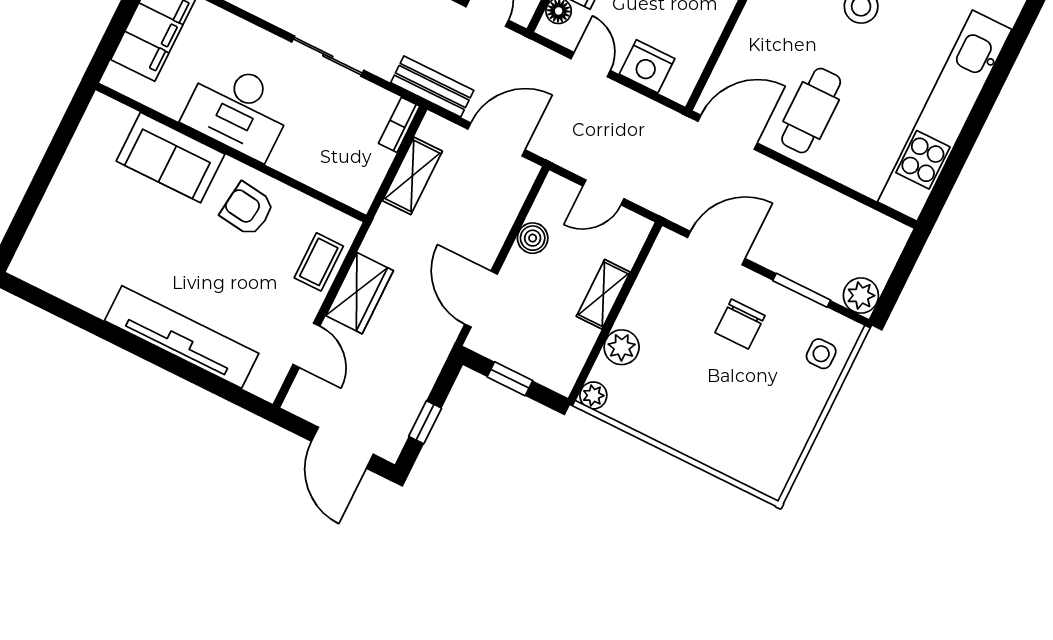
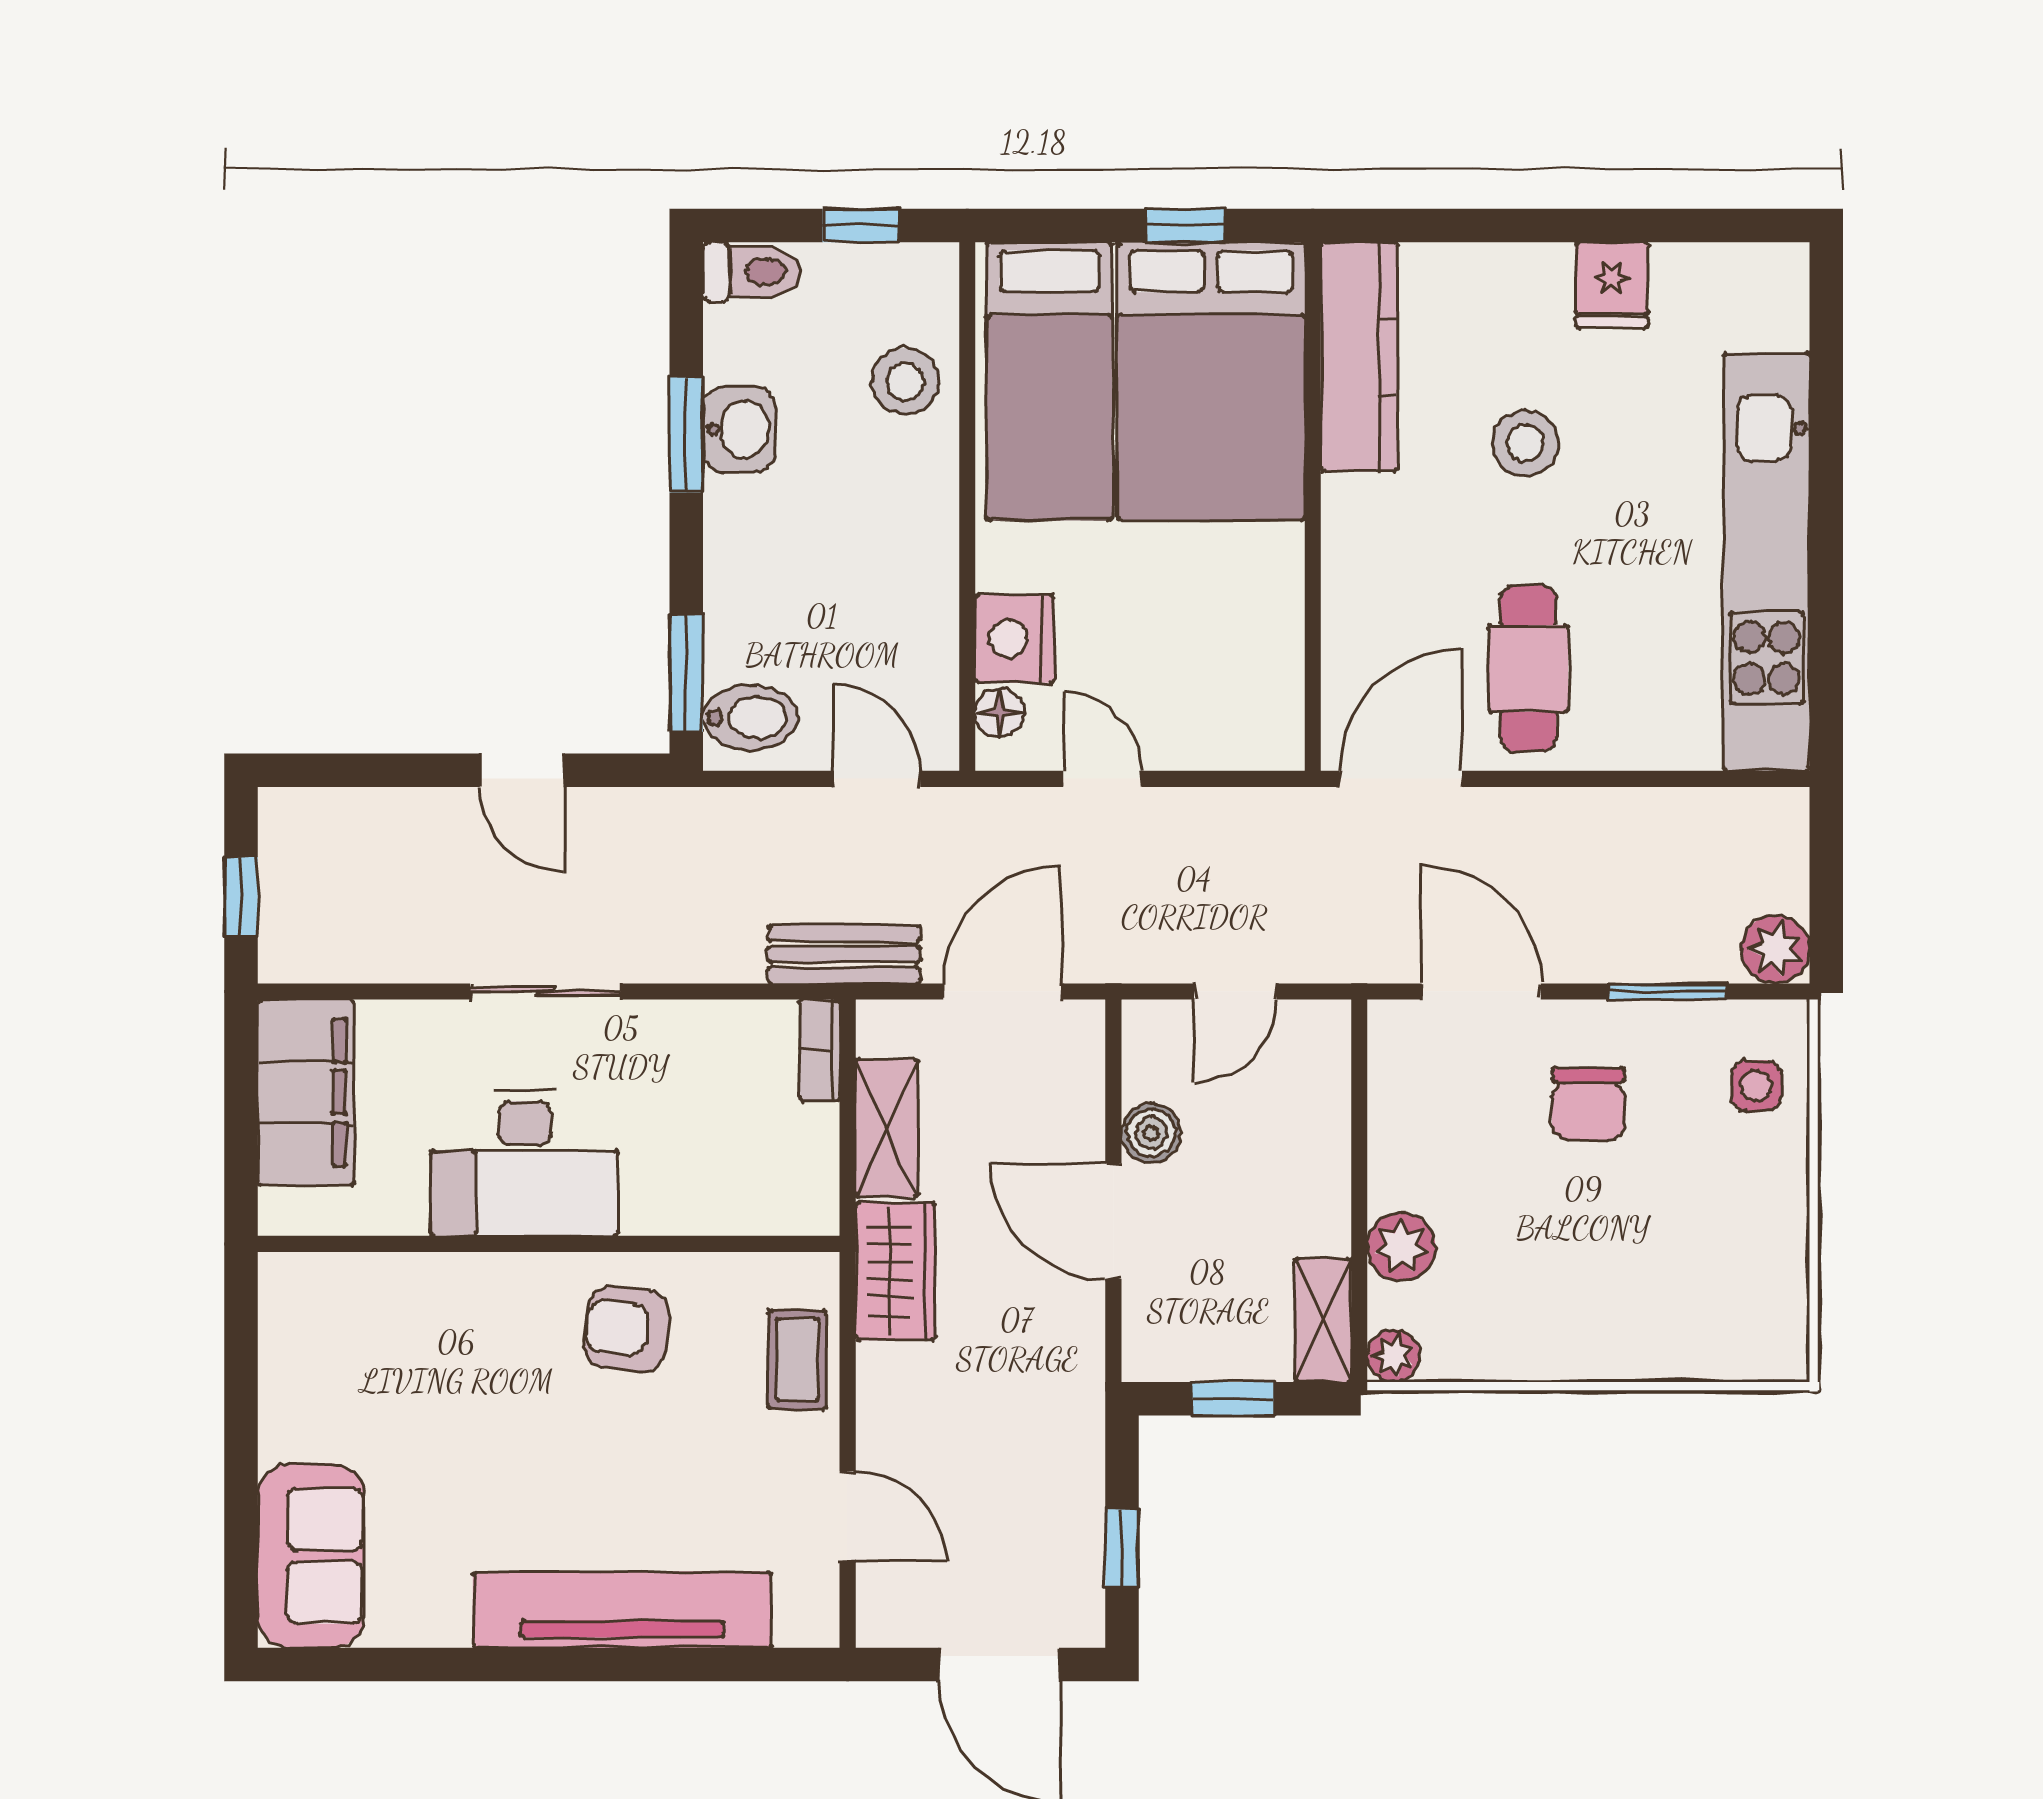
sliding door: (328, 56) -> (545, 991), moved
nightstand: (647, 66) -> (1203, 733), removed
sofa: (171, 158) -> (311, 1556), moved, turned -90
door: (716, 248) -> (1481, 991), hinge flipped
wardrobe: (360, 293) -> (896, 1271), moved
shelving: (603, 294) -> (1323, 1320), moved
door: (481, 299) -> (1113, 1221), moved

